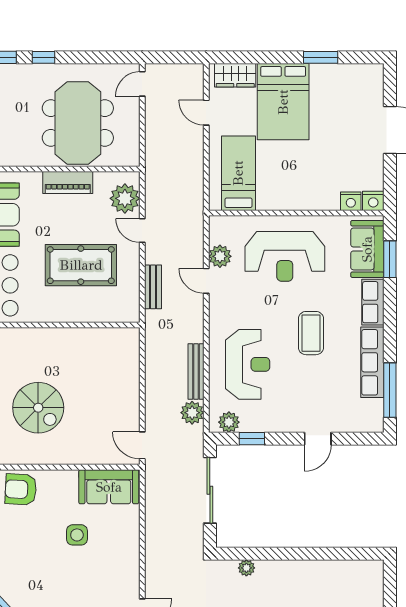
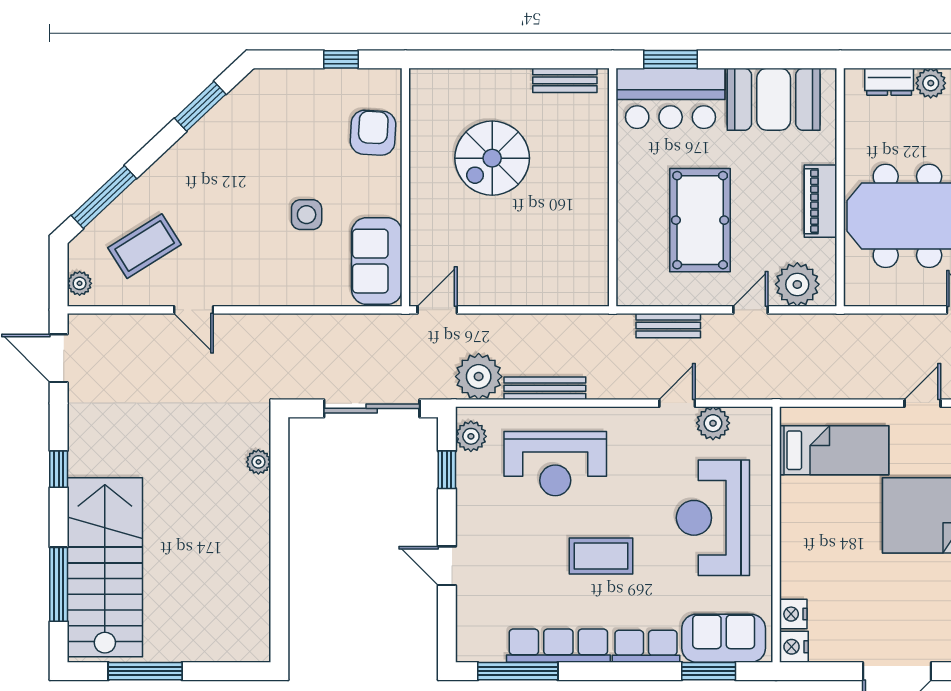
plant: (192, 413) -> (479, 377), width x1.36, depth x1.36

